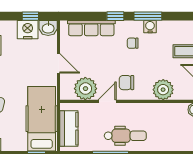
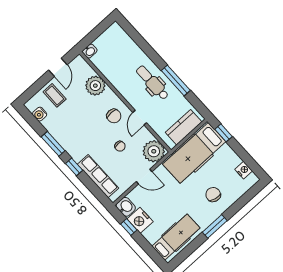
water cooler: (150, 27) -> (40, 114), moved
chair: (133, 43) -> (120, 146), moved
door: (59, 63) -> (144, 177), swing flipped
plant: (85, 89) -> (154, 151), moved
door: (107, 101) -> (140, 118), hinge flipped

